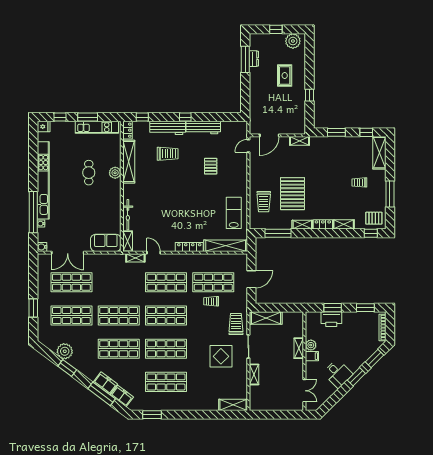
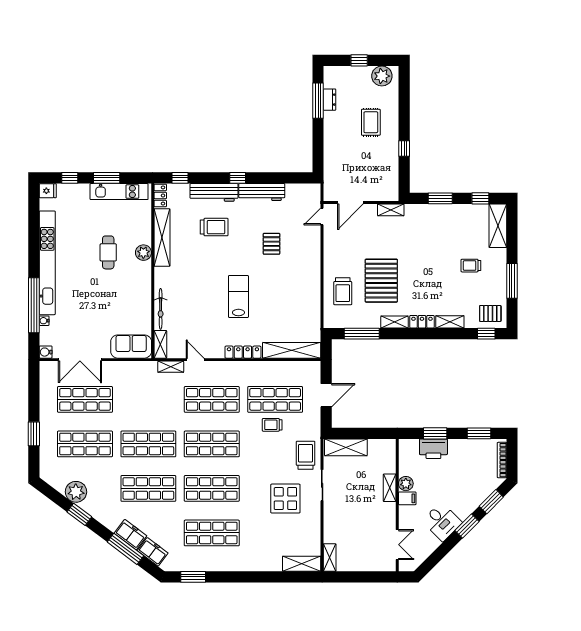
lab bench: (234, 213) -> (238, 296), moved
shelving: (254, 374) -> (330, 558), moved

